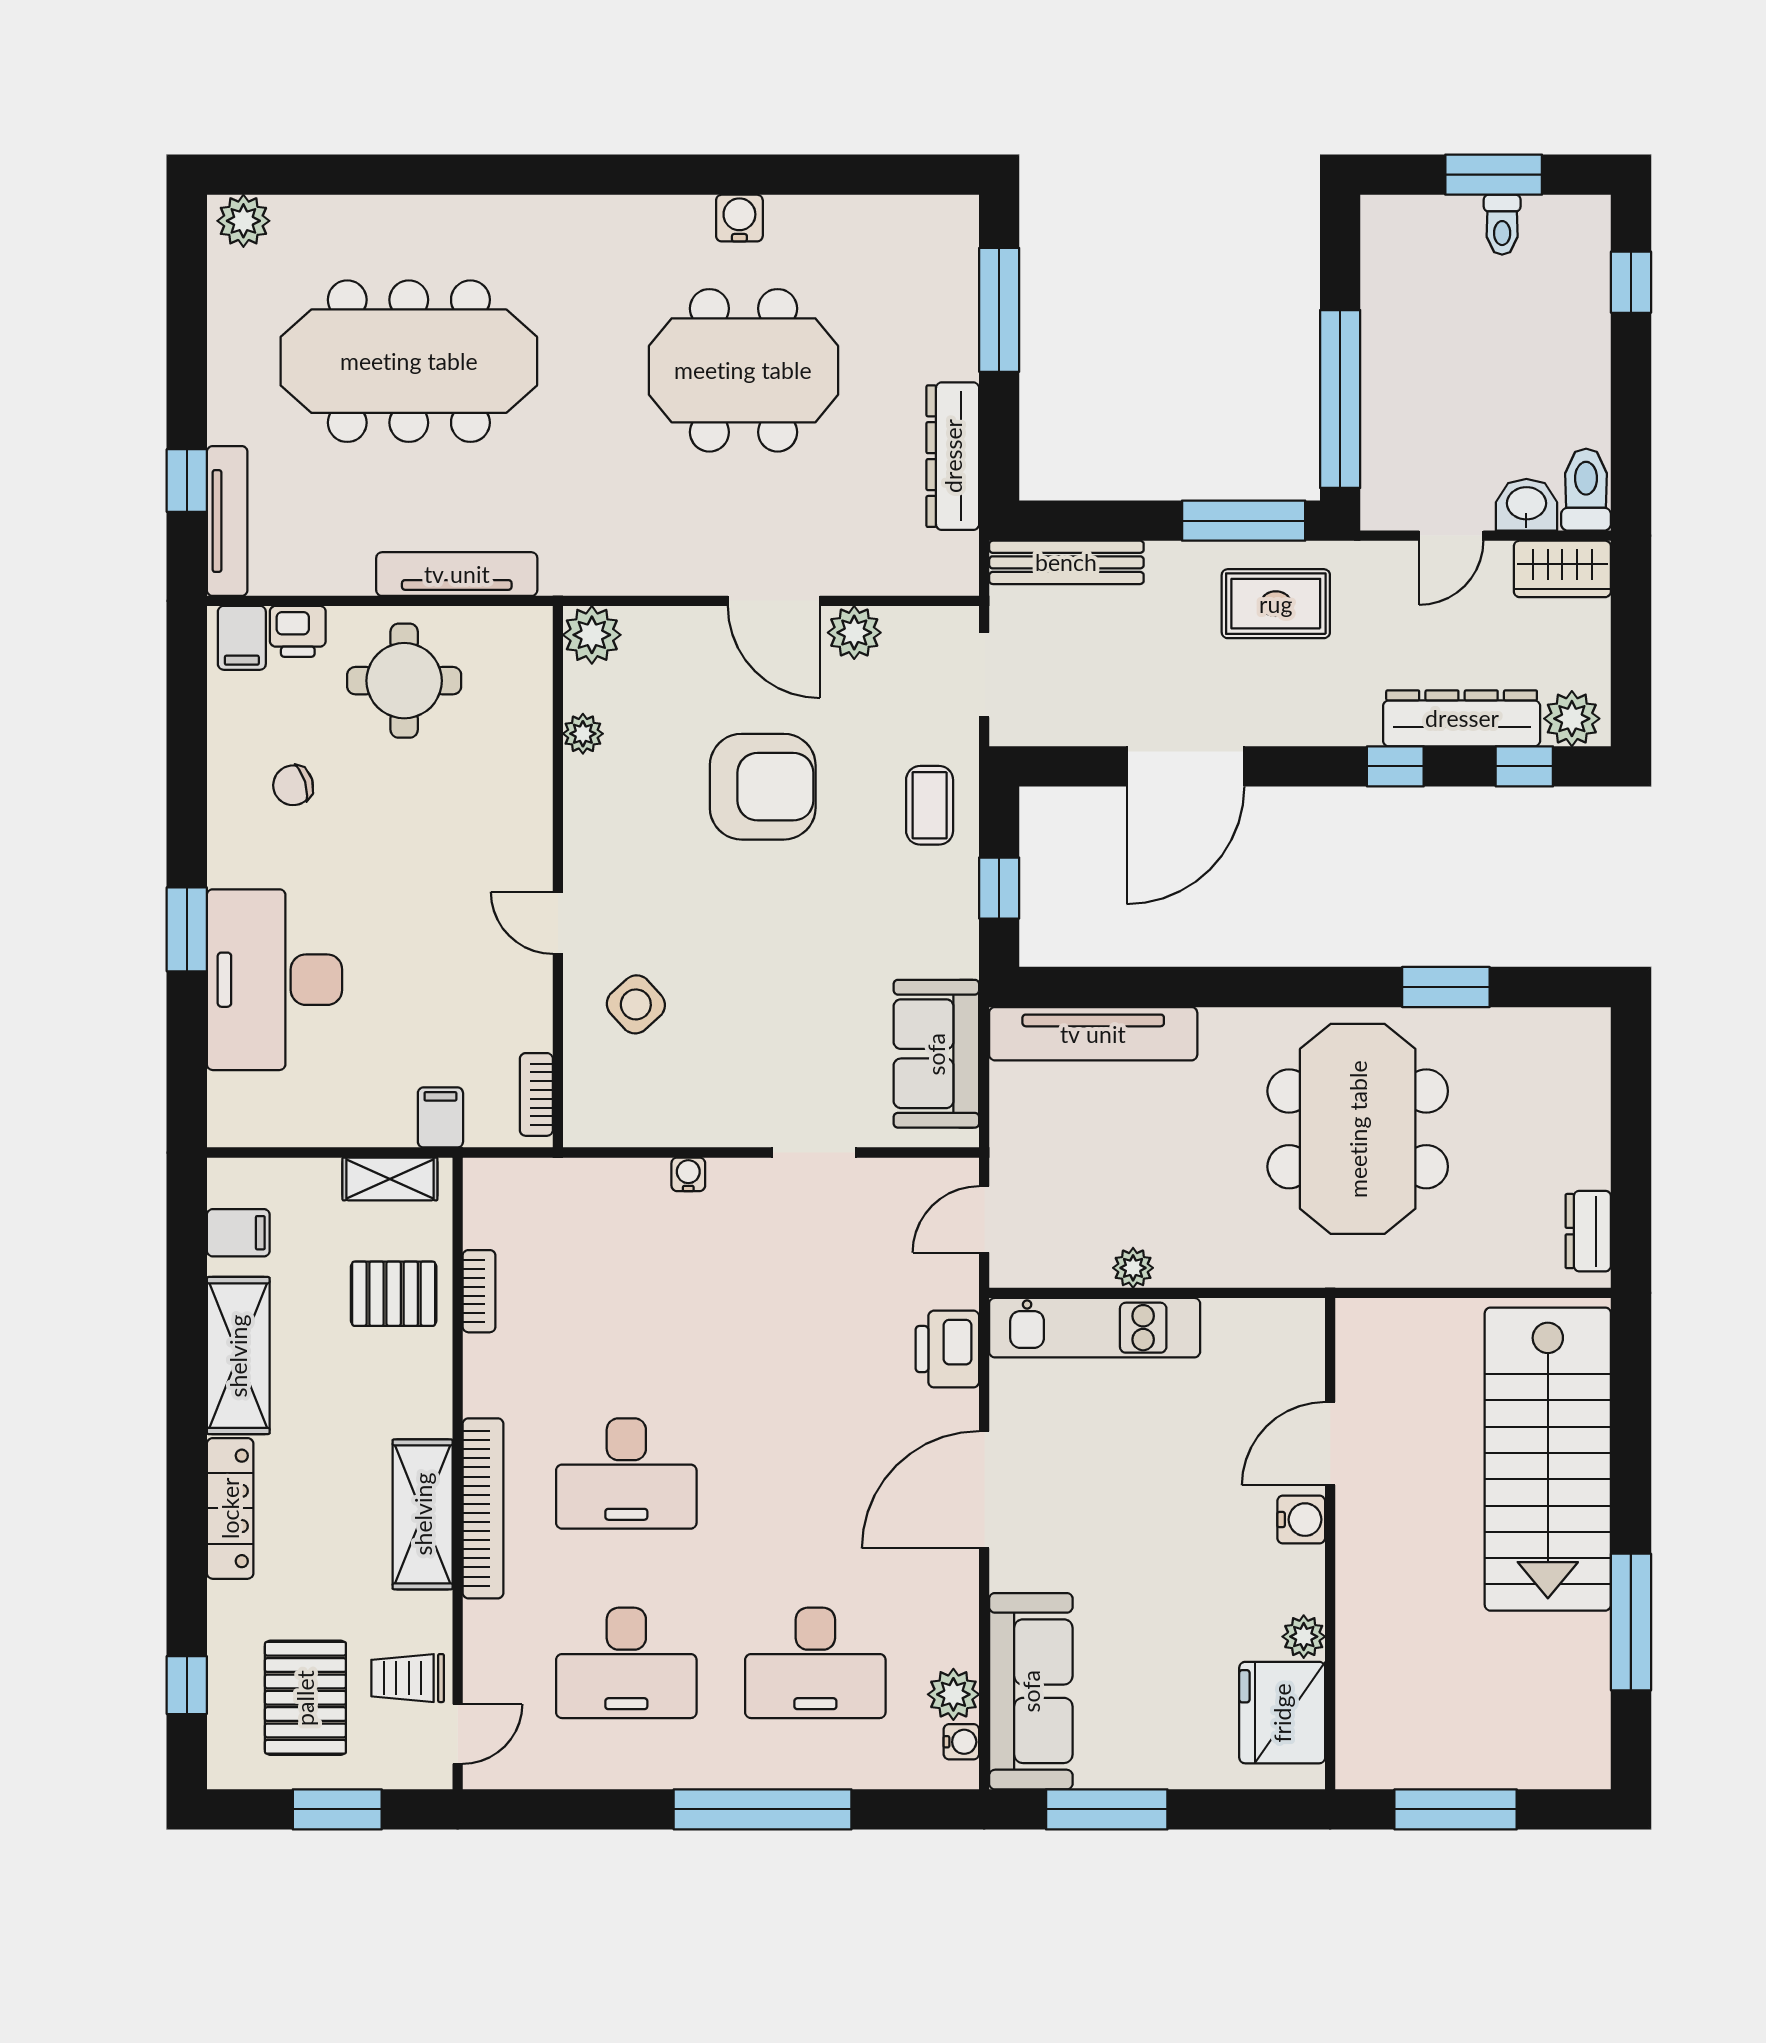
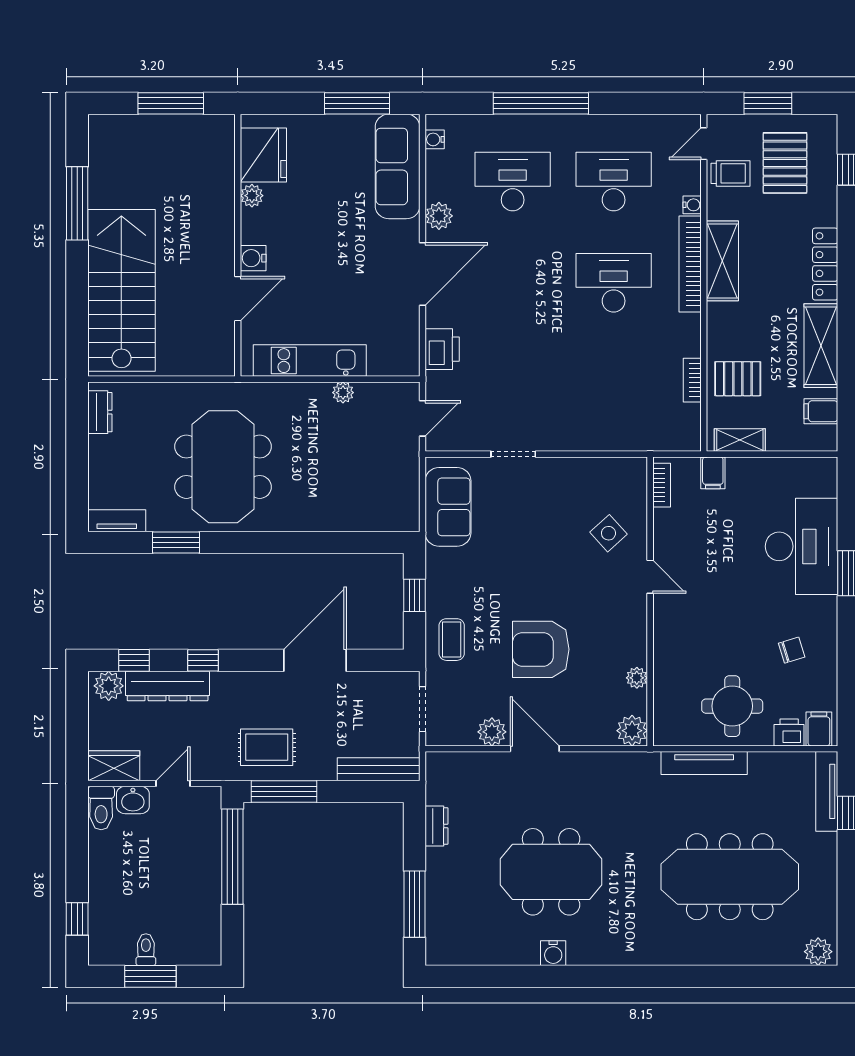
dresser: (953, 456) -> (436, 826), width x0.51, depth x0.80
tv unit: (1093, 1034) -> (117, 521), moved, width x0.52, depth x0.78
water cooler: (688, 1174) -> (692, 205), moved, turned -90
kitchen unit: (1095, 1328) -> (310, 361), moved
plant: (953, 1694) -> (439, 216), moved

